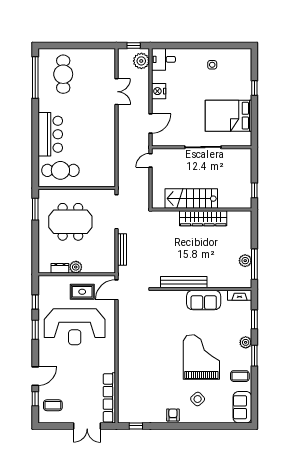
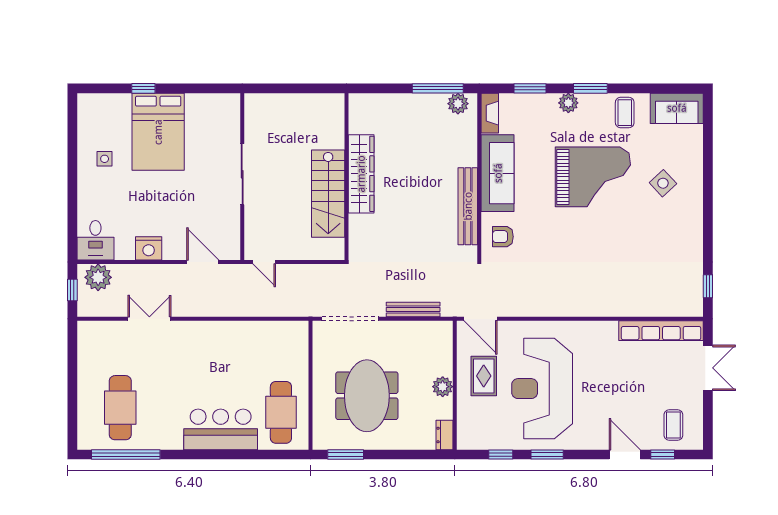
cafe table: (63, 74) -> (120, 408), turned 90
bed: (228, 116) -> (158, 132), moved
window: (254, 190) -> (314, 88), removed
plant: (245, 261) -> (458, 104), moved
dresser: (60, 268) -> (444, 435), moved
sofa: (204, 300) -> (498, 173), width x1.36
reception desk: (75, 327) -> (542, 389), turned 180
grand piano: (201, 357) -> (593, 177), turned 180
armchair: (173, 415) -> (503, 237), moved

